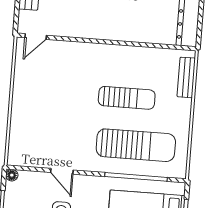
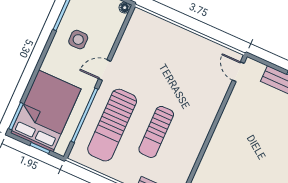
door: (62, 171) -> (105, 70), moved

